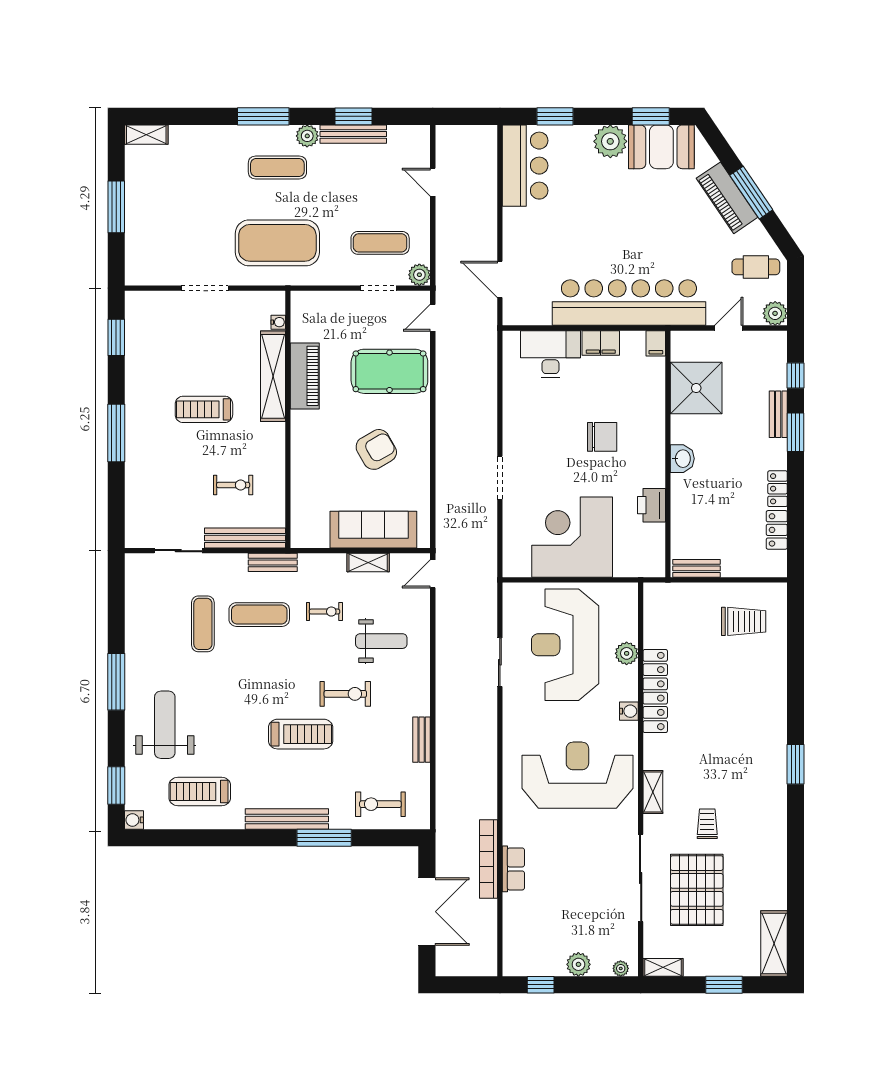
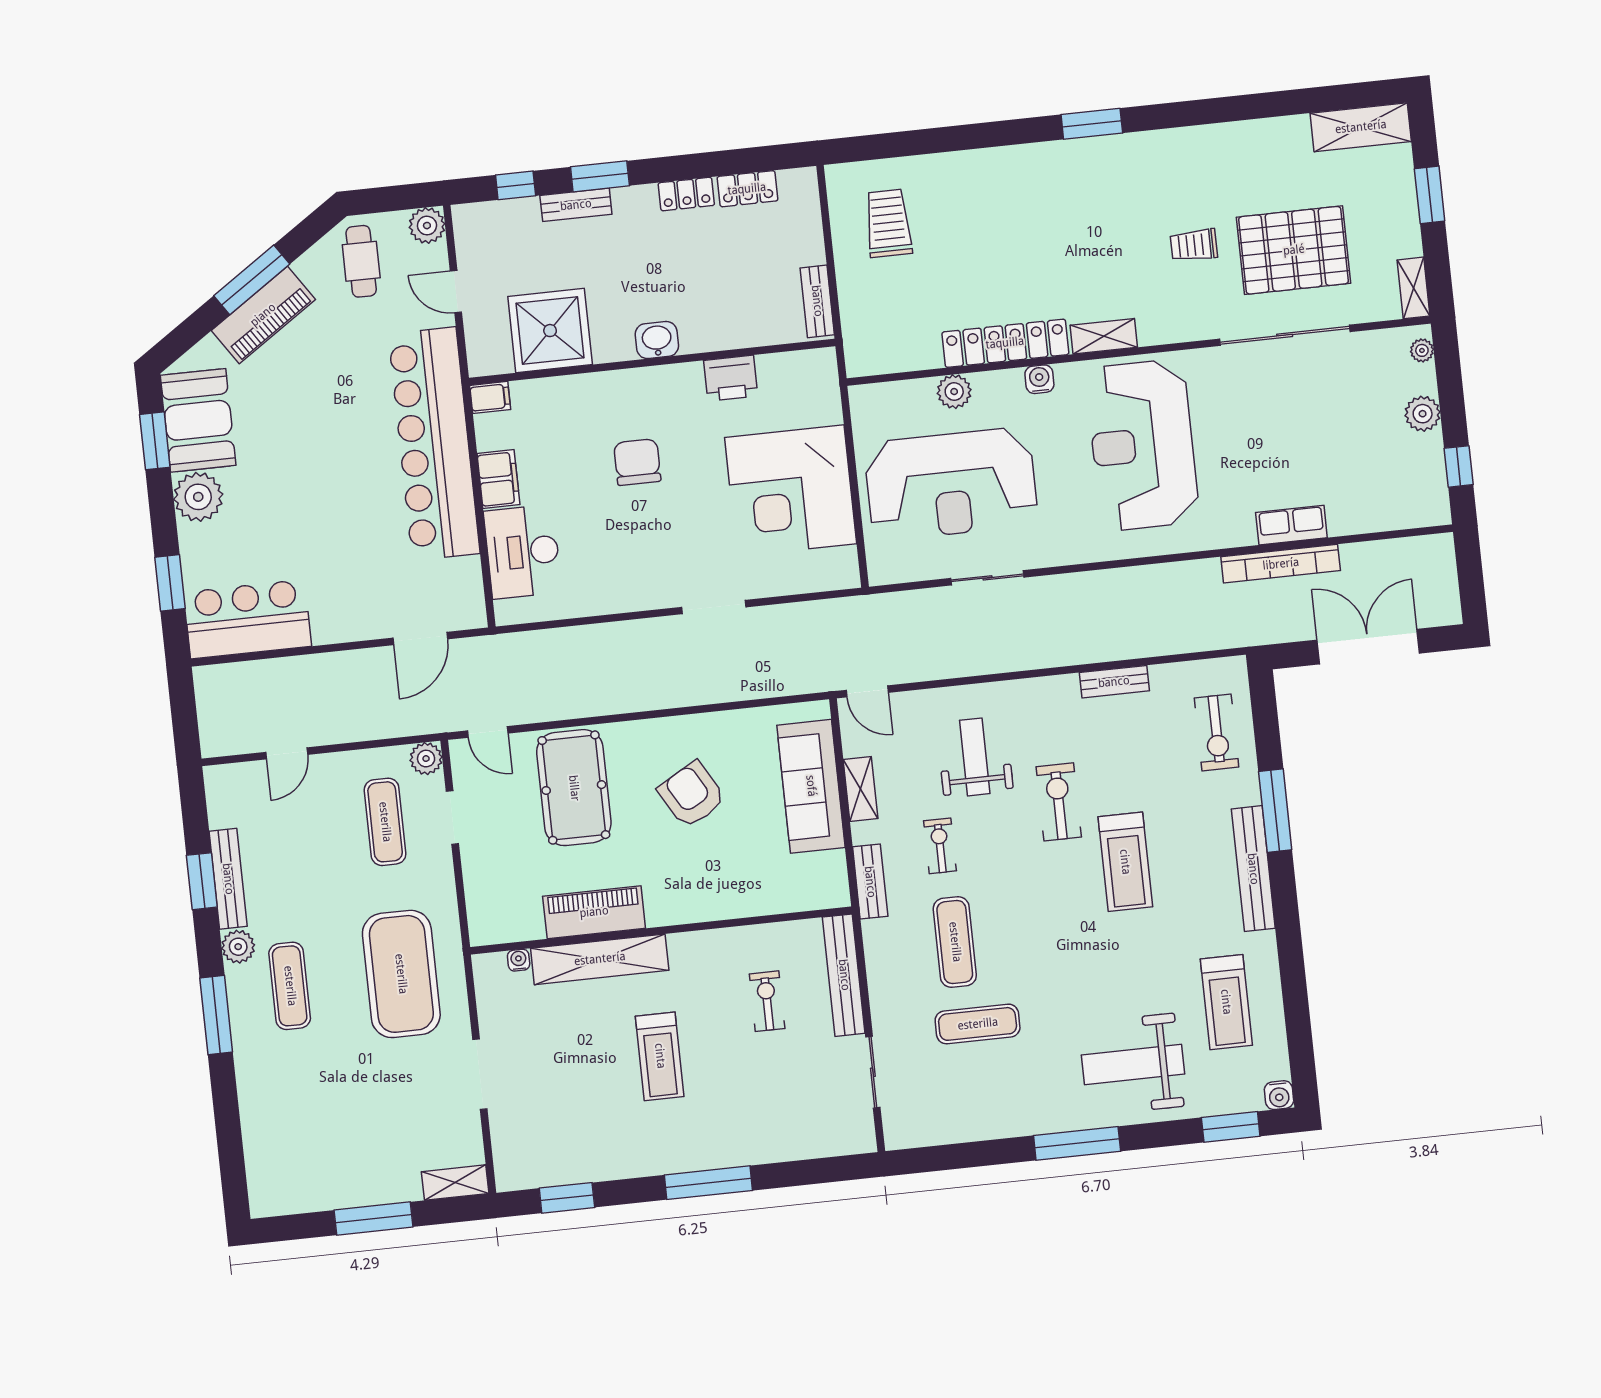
shelving: (146, 135) -> (455, 1183), moved, turned 90
bench: (273, 562) -> (870, 882), moved
treadmill: (301, 734) -> (1125, 862), turned 180
shelving: (653, 792) -> (1104, 336), moved

